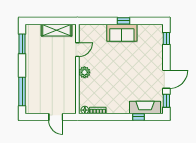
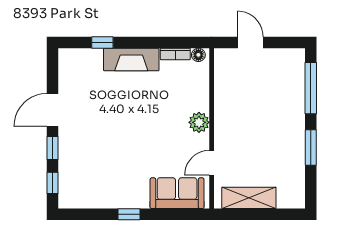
sofa: (122, 33) -> (177, 193), moved
window: (22, 44) -> (311, 147), moved
window: (166, 101) -> (52, 148), moved
fireplace: (145, 107) -> (131, 59), moved

